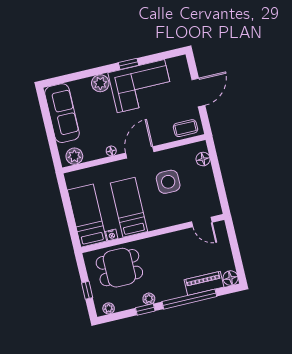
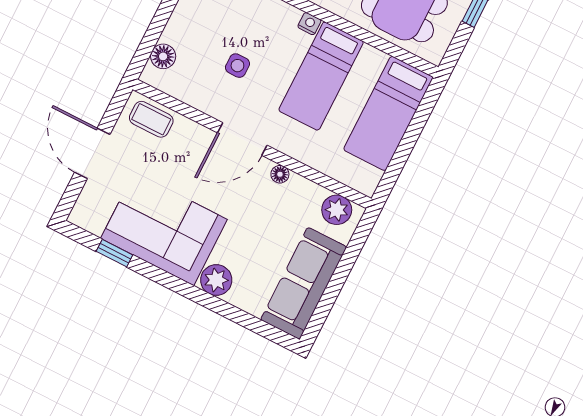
window: (129, 64) -> (114, 253), moved
door: (198, 92) -> (92, 153), hinge flipped
side table: (168, 182) -> (237, 66), width x0.54, depth x0.54
nightstand: (112, 235) -> (309, 24), moved

